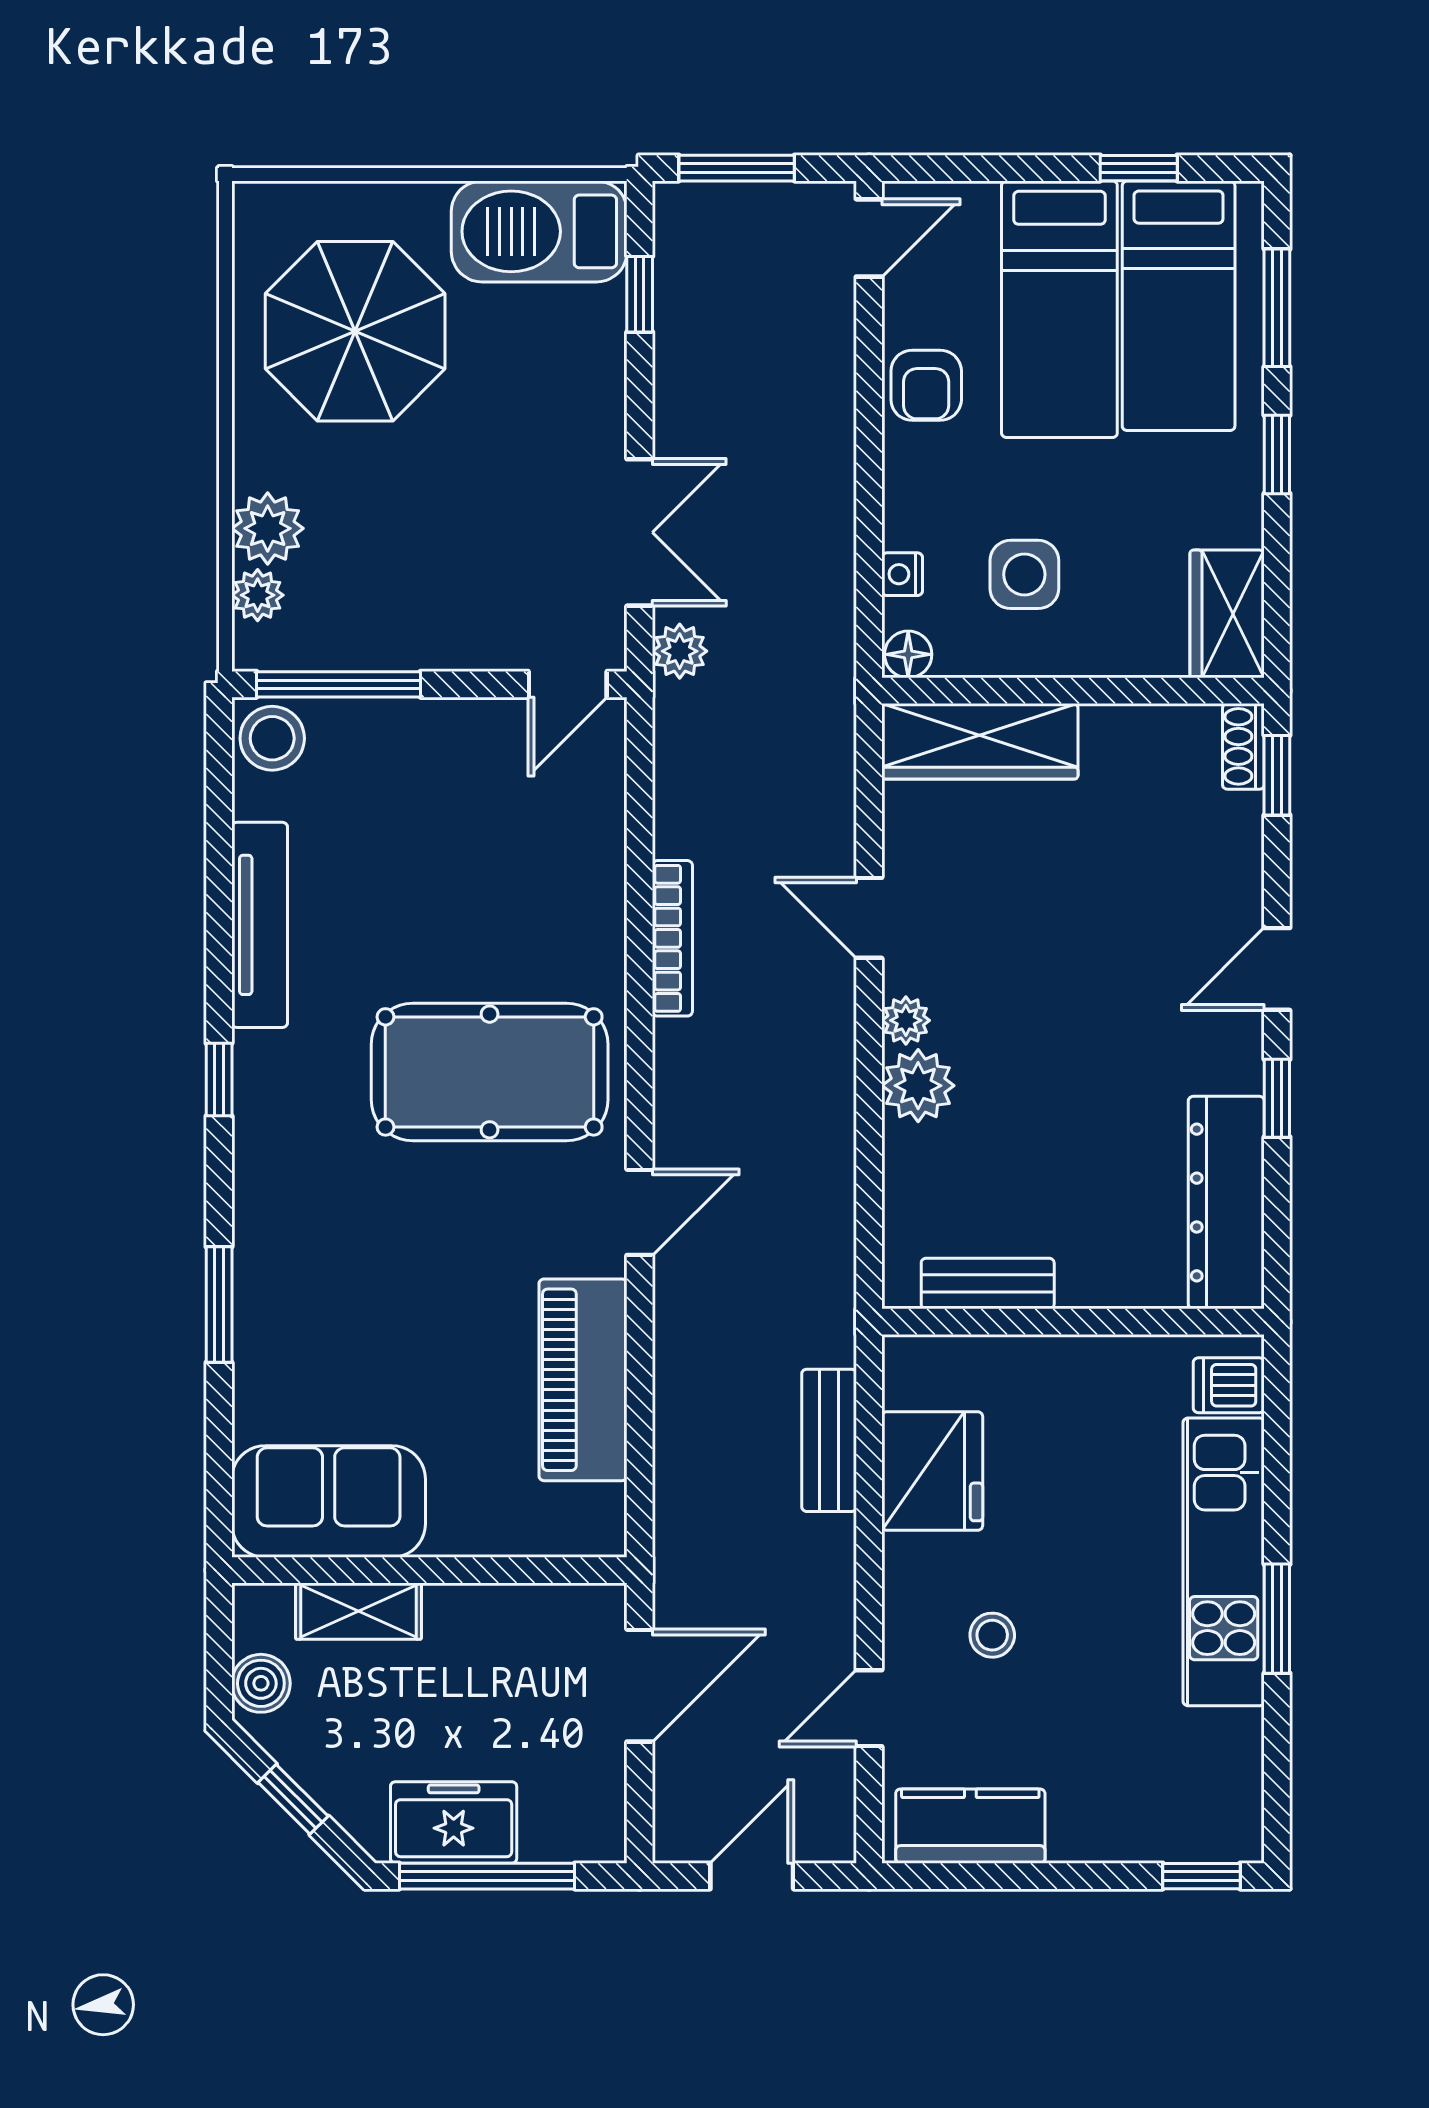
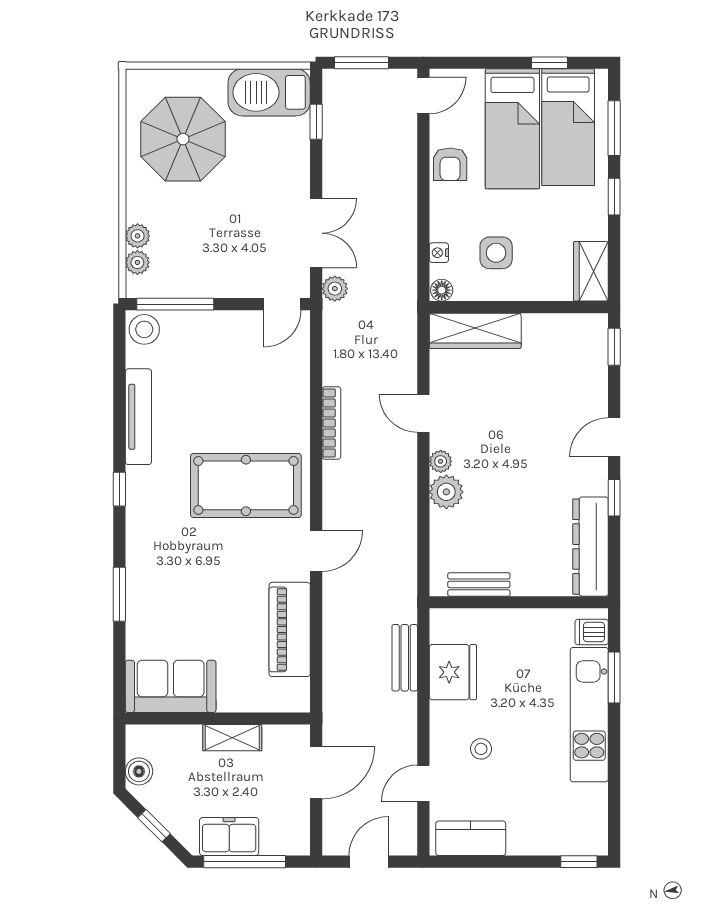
plant: (268, 528) -> (138, 236), width x0.73, depth x0.73
shoe rack: (1243, 746) -> (598, 333), removed
shelving: (359, 1611) -> (232, 738), moved
window: (1277, 1619) -> (614, 677), moved

